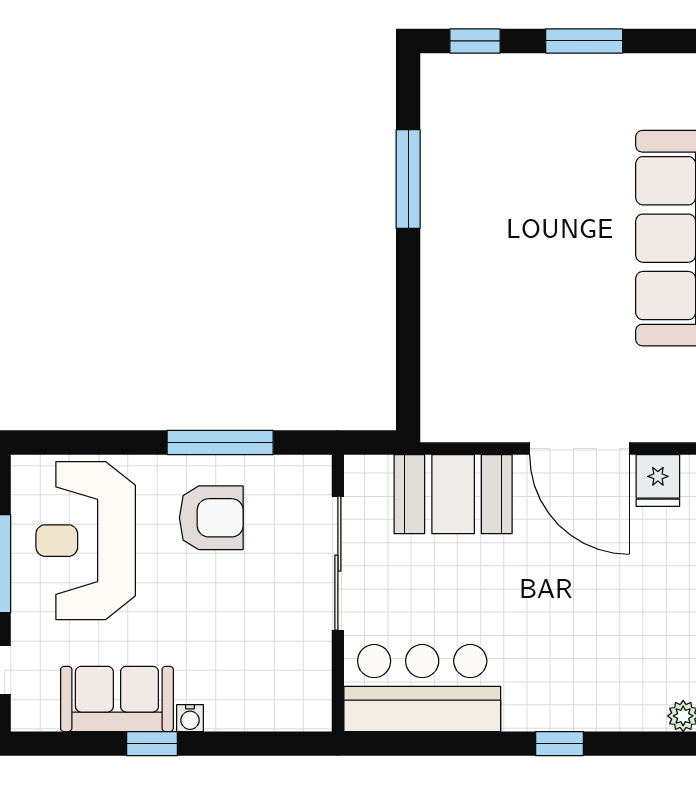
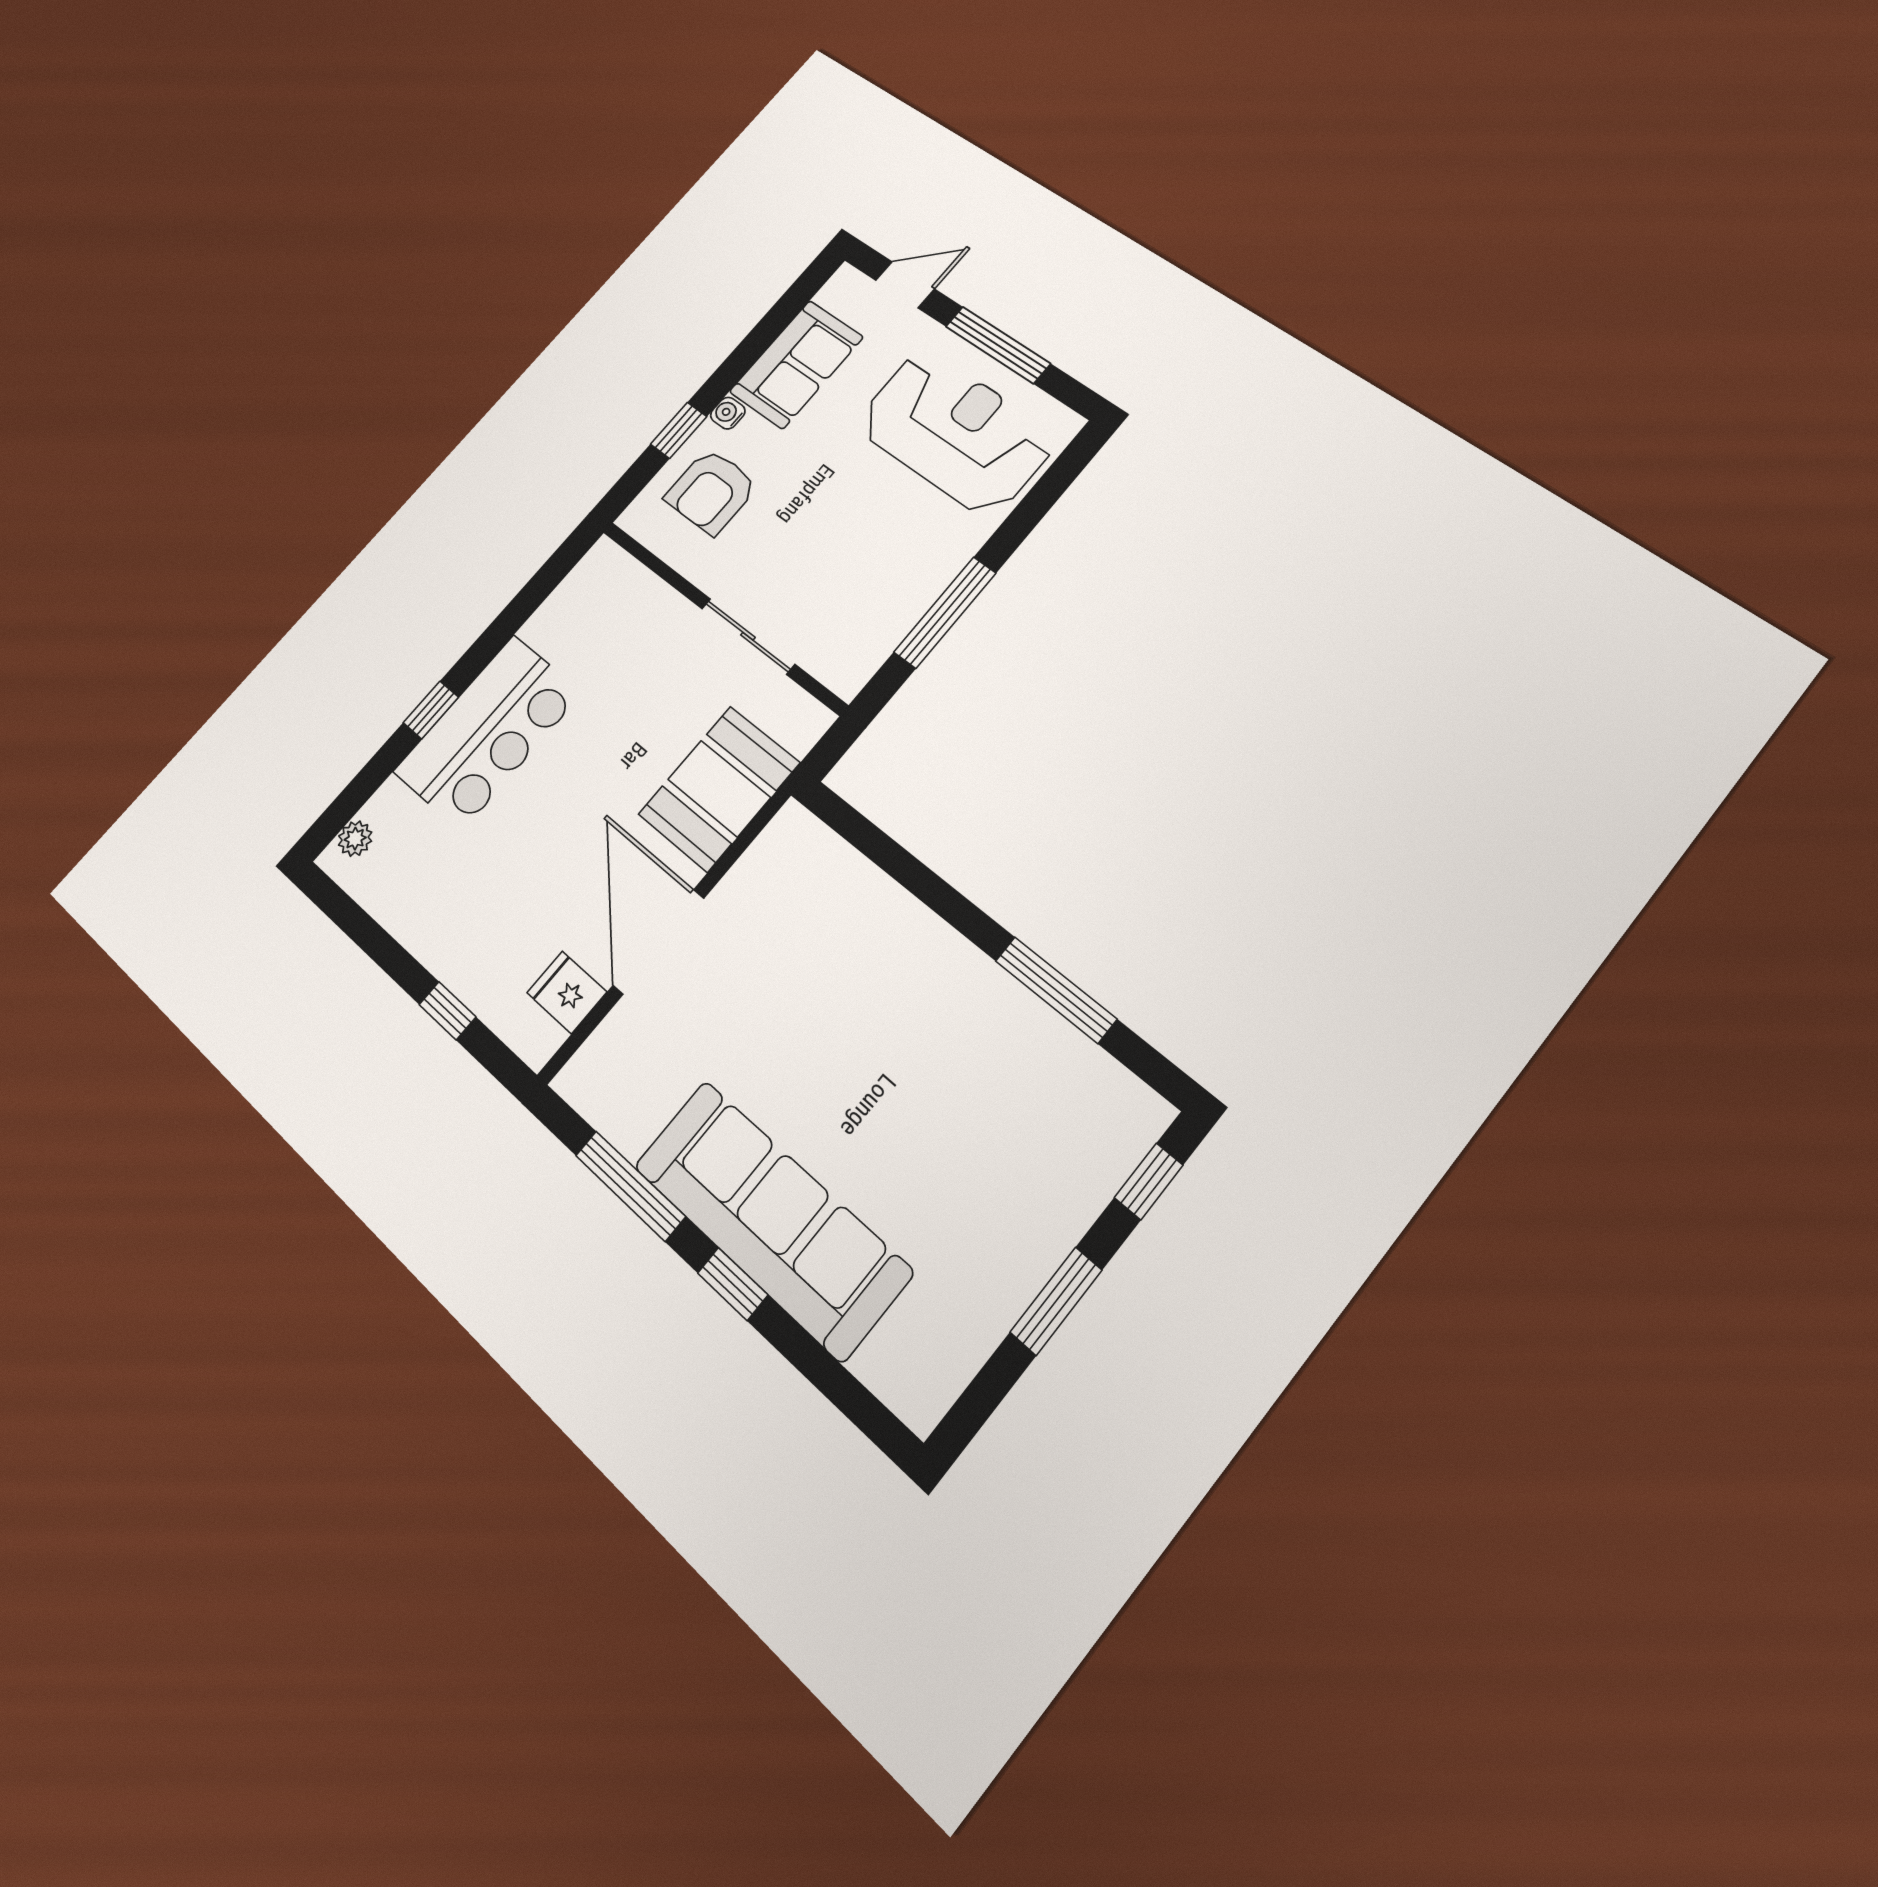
door: (579, 449) -> (659, 942), hinge flipped
armchair: (211, 518) -> (711, 491), moved
sliding door: (338, 563) -> (748, 636), width x0.73
bar counter: (422, 688) -> (488, 732), moved
window: (152, 744) -> (679, 430), moved

